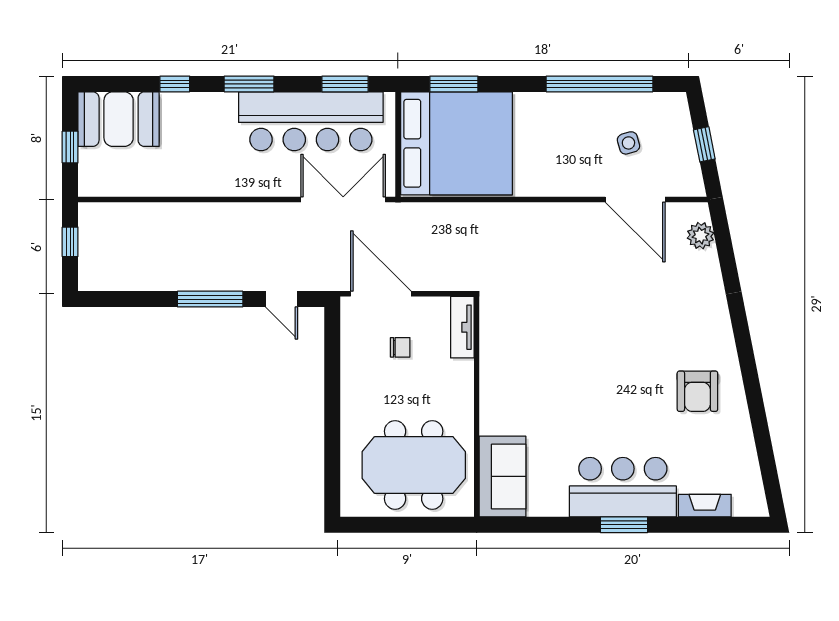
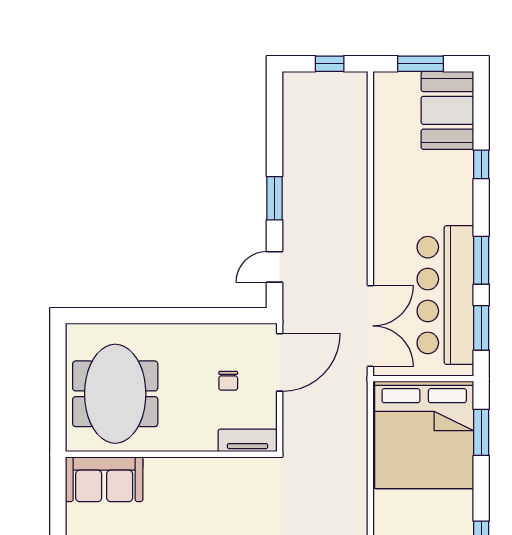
window: (249, 84) -> (481, 260), moved
window: (70, 147) -> (421, 64), width x1.50
window: (210, 299) -> (275, 198), width x0.69

